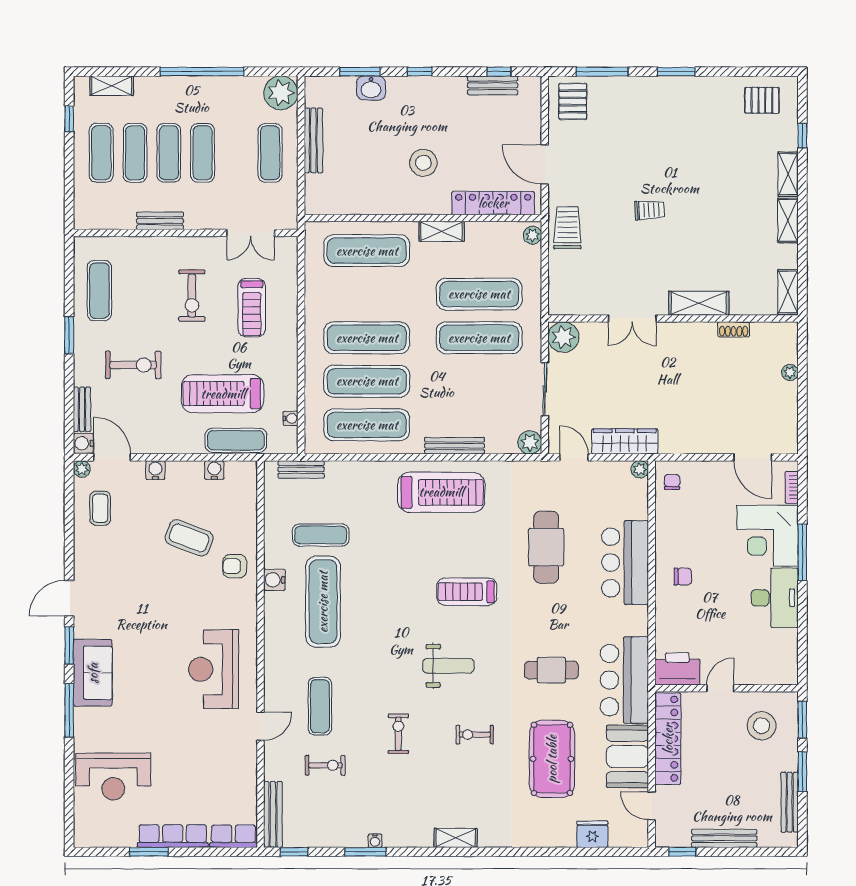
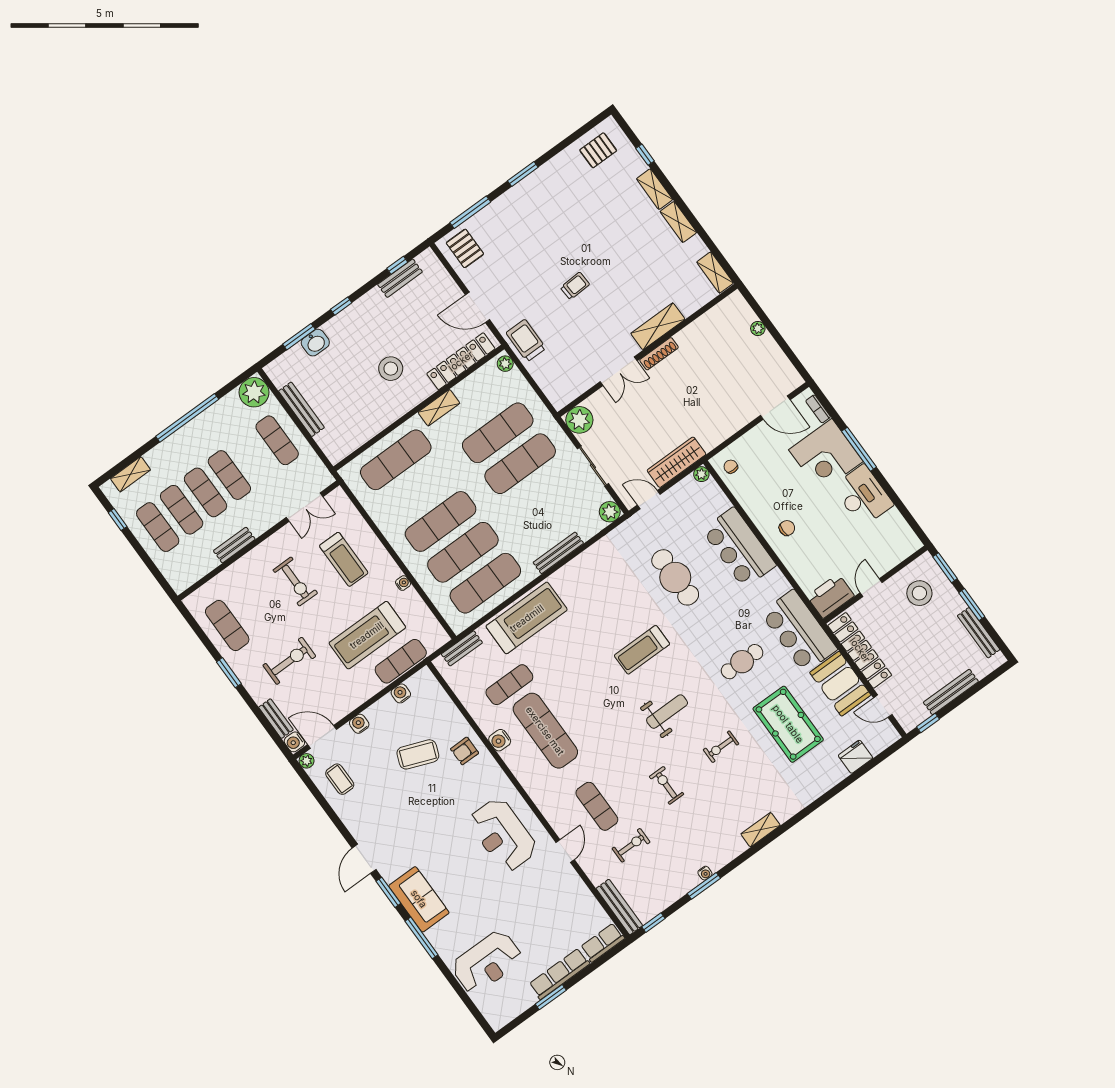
shoe rack: (734, 329) -> (659, 354), moved, width x1.43
water cooler: (291, 418) -> (403, 583), moved
treadmill: (441, 492) -> (527, 618), moved

